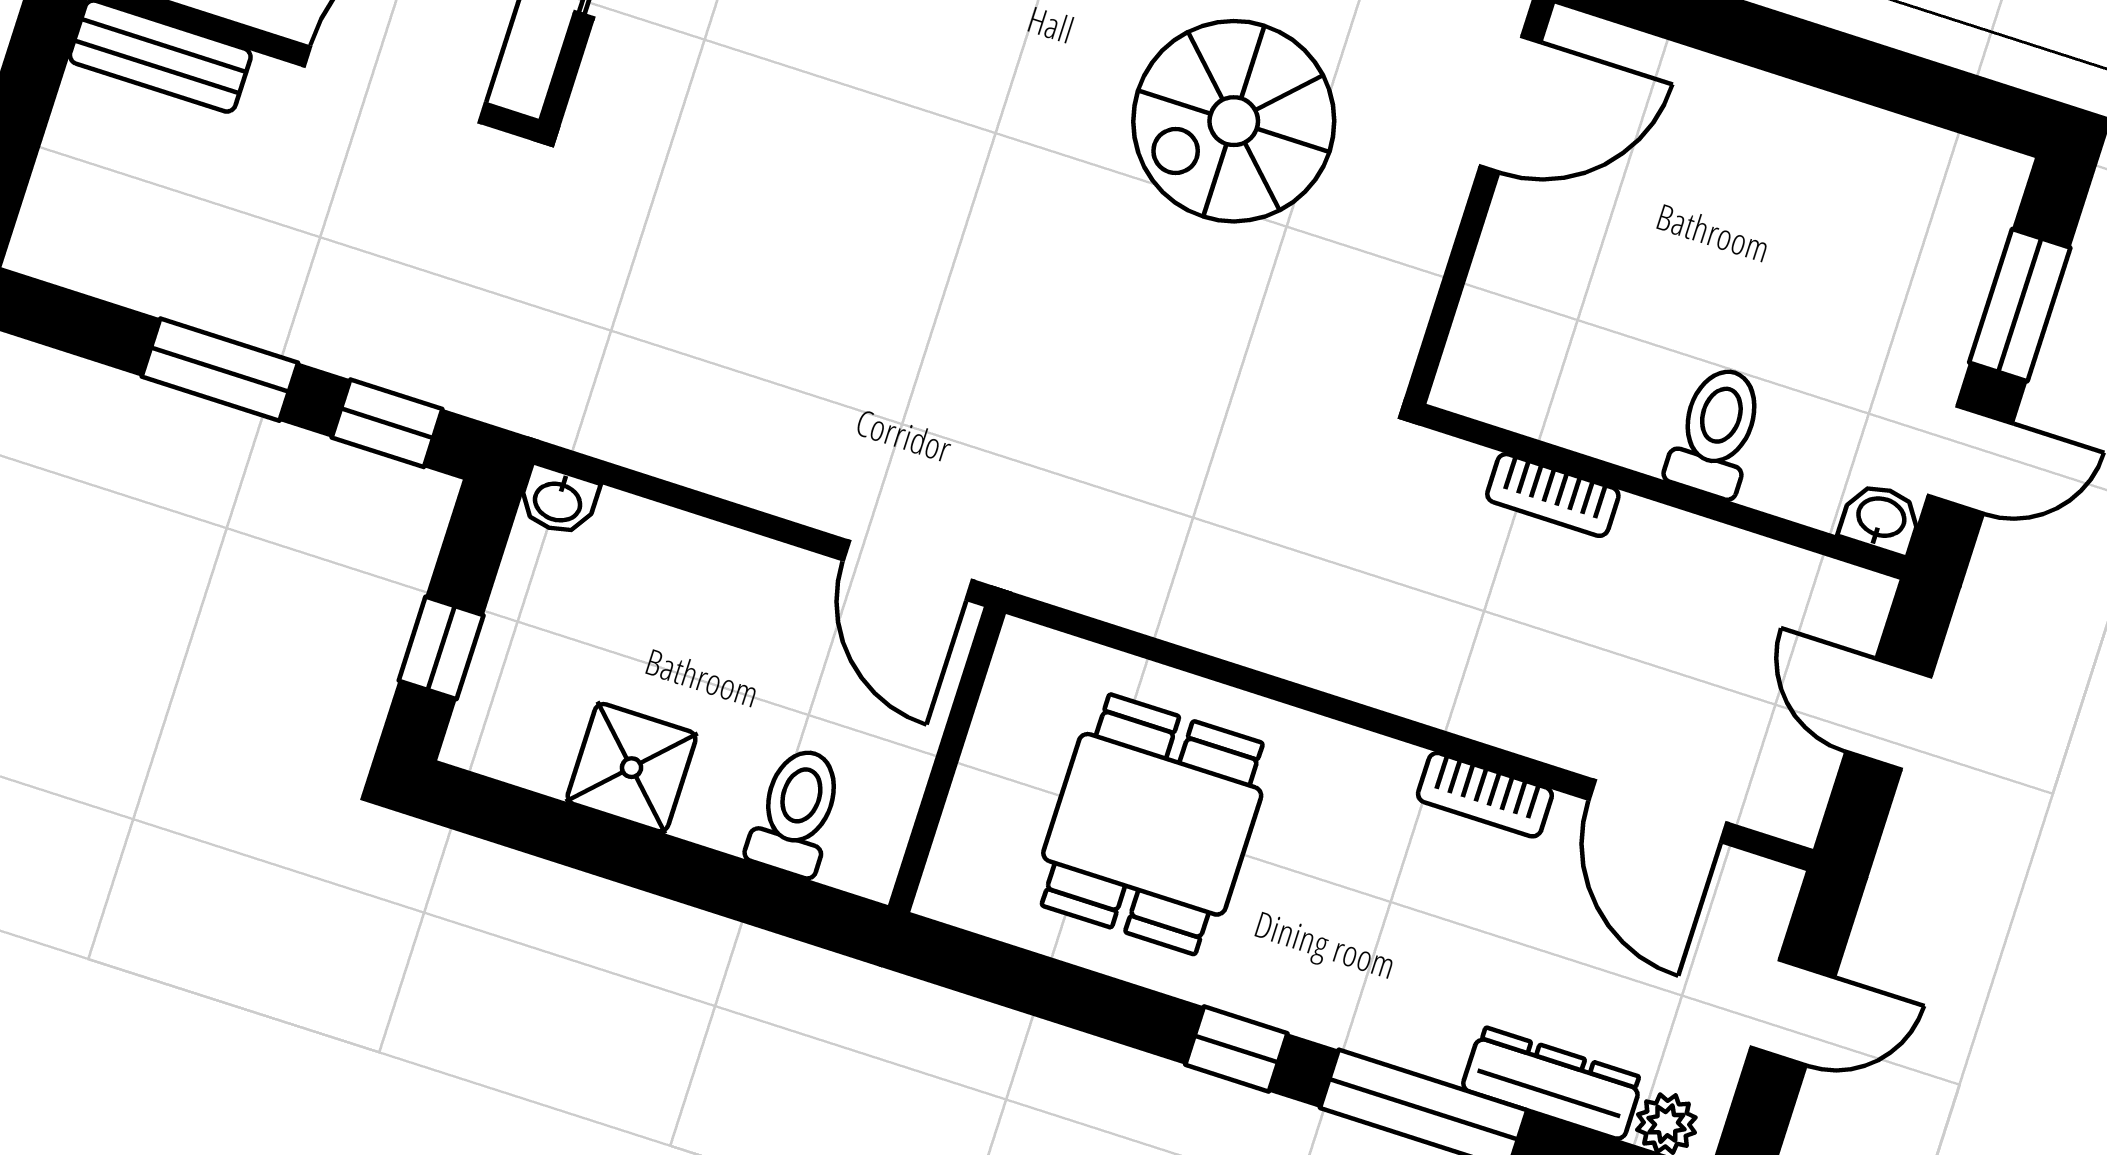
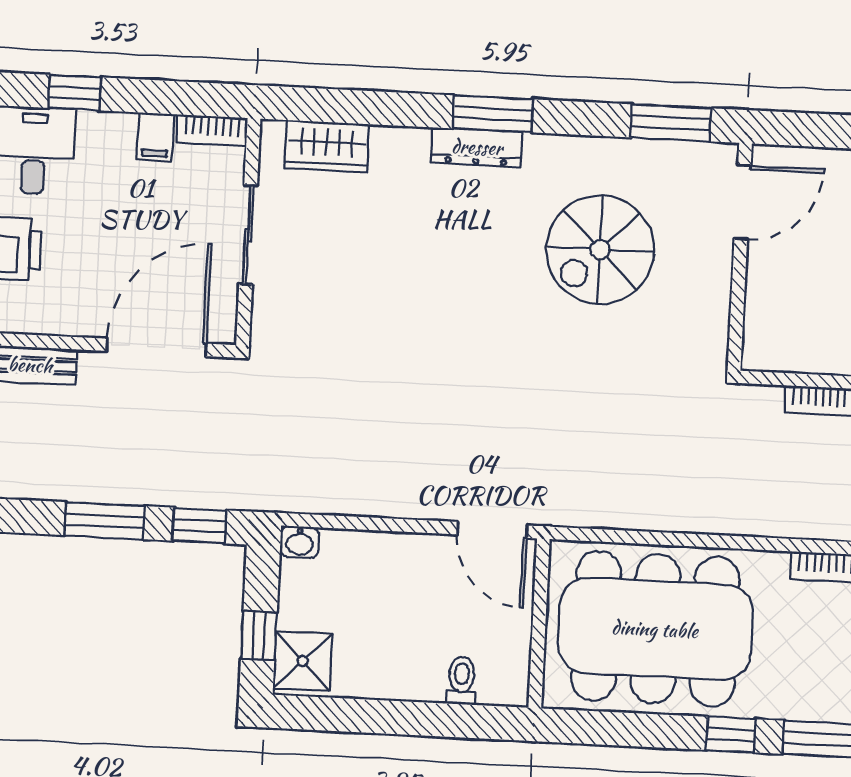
shower: (632, 768) -> (303, 661), moved
toilet: (796, 812) -> (462, 681), width x0.73, depth x0.72
dining table: (1152, 824) -> (655, 629), width x1.88, depth x1.24

